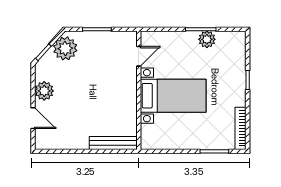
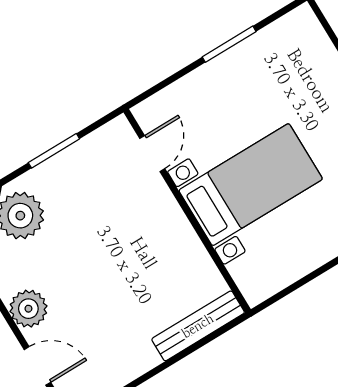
plant: (207, 39) -> (250, 55), removed

